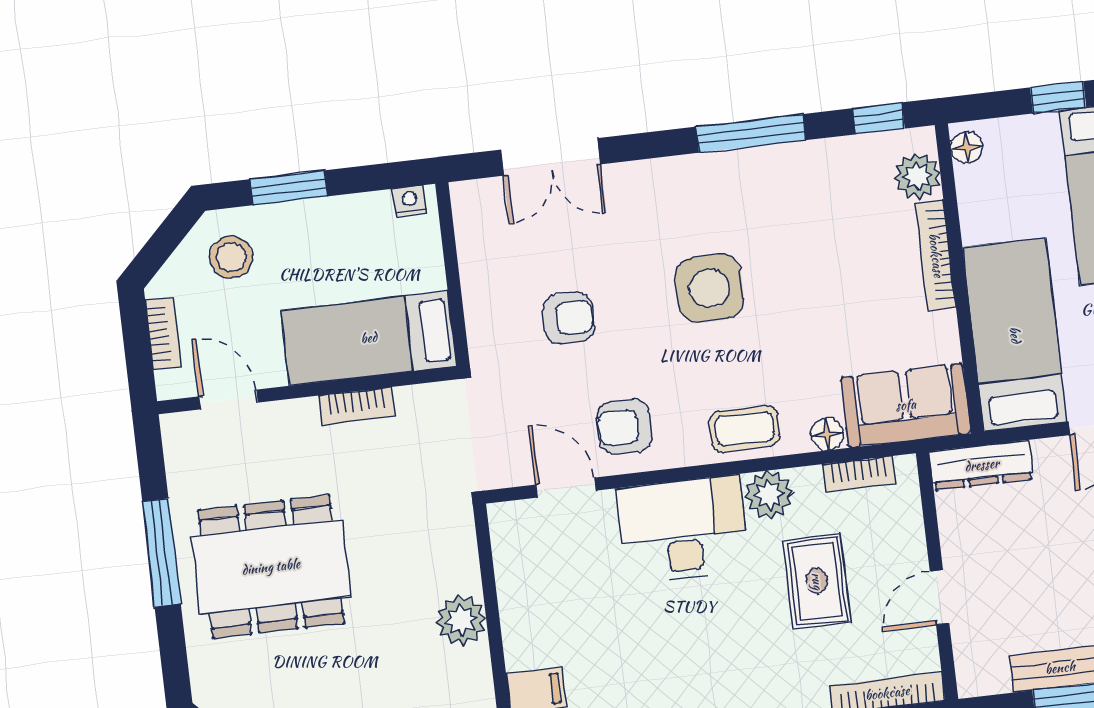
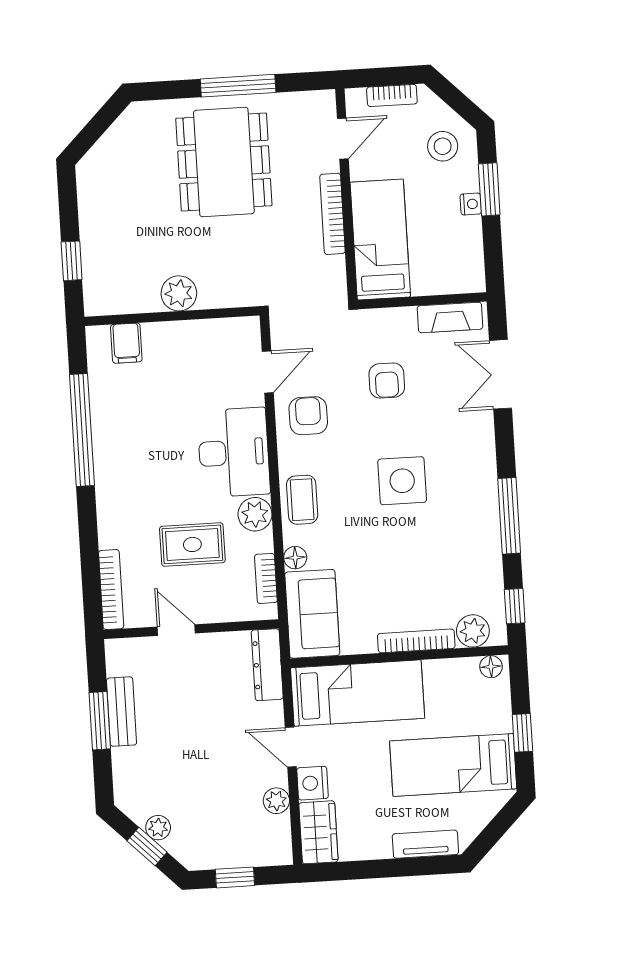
nightstand: (410, 201) -> (471, 204), moved
fireplace: (474, 233) -> (450, 317), added
bookcase: (356, 406) -> (332, 214), width x1.56

